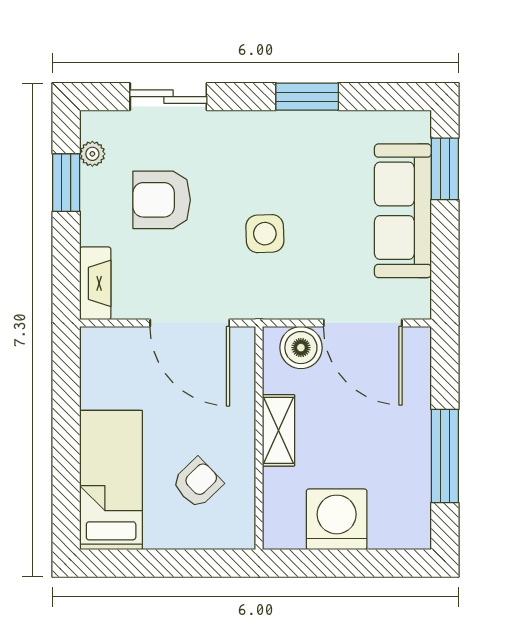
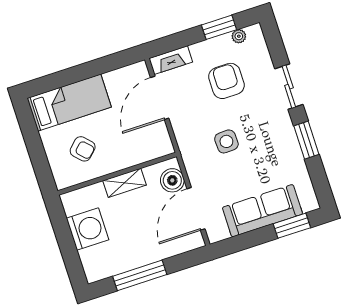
sliding door: (168, 97) -> (289, 87), moved
door: (190, 323) -> (160, 98), moved

